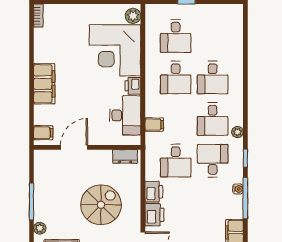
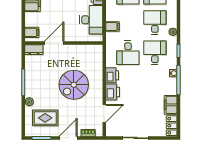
desk: (213, 119) -> (155, 22), turned 180
dresser: (125, 156) -> (34, 50), moved
spiral stairs: (101, 205) -> (74, 85), turned 180

